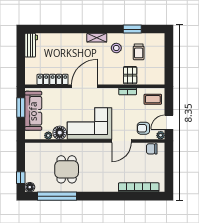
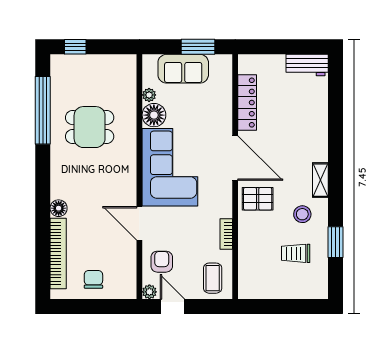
pallet: (130, 75) -> (258, 199), moved
sofa: (33, 111) -> (183, 69), width x0.73
chair: (152, 149) -> (93, 279), moved
floor lamp: (30, 187) -> (59, 208), moved

